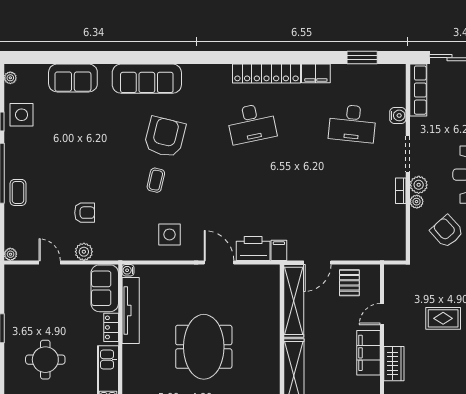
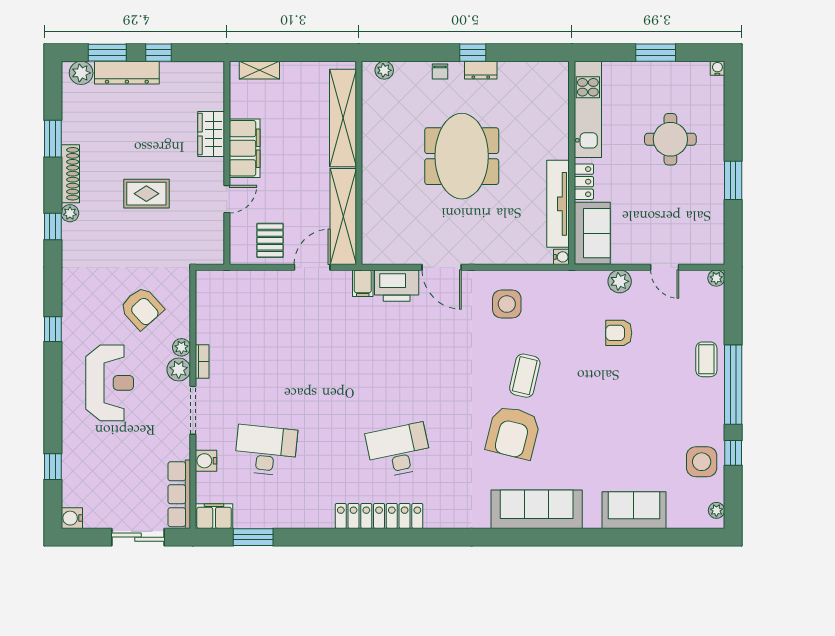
filing cabinet: (316, 73) -> (214, 516), moved
coffee table: (156, 180) -> (525, 376), width x1.36, depth x1.30

